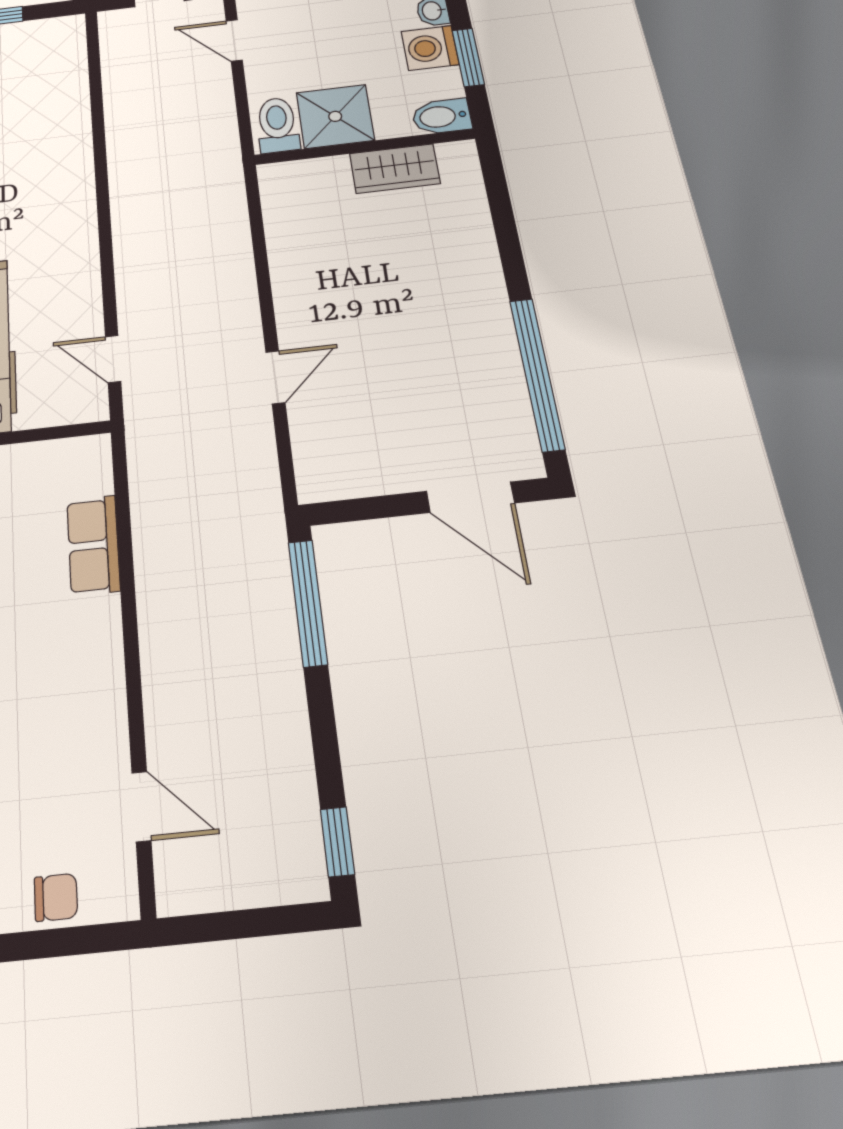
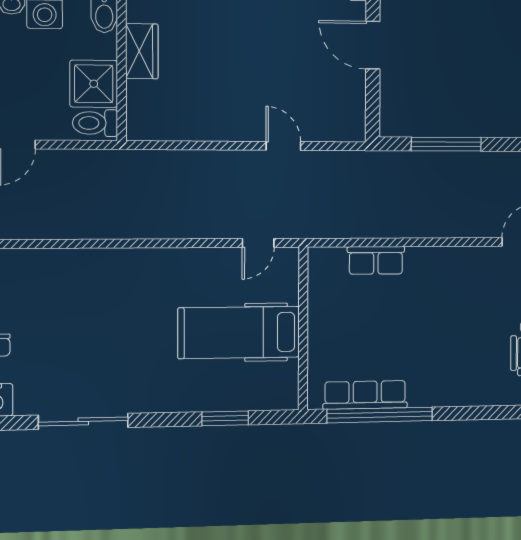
door: (470, 497) -> (373, 45), swing flipped
window: (308, 603) -> (446, 144), moved

